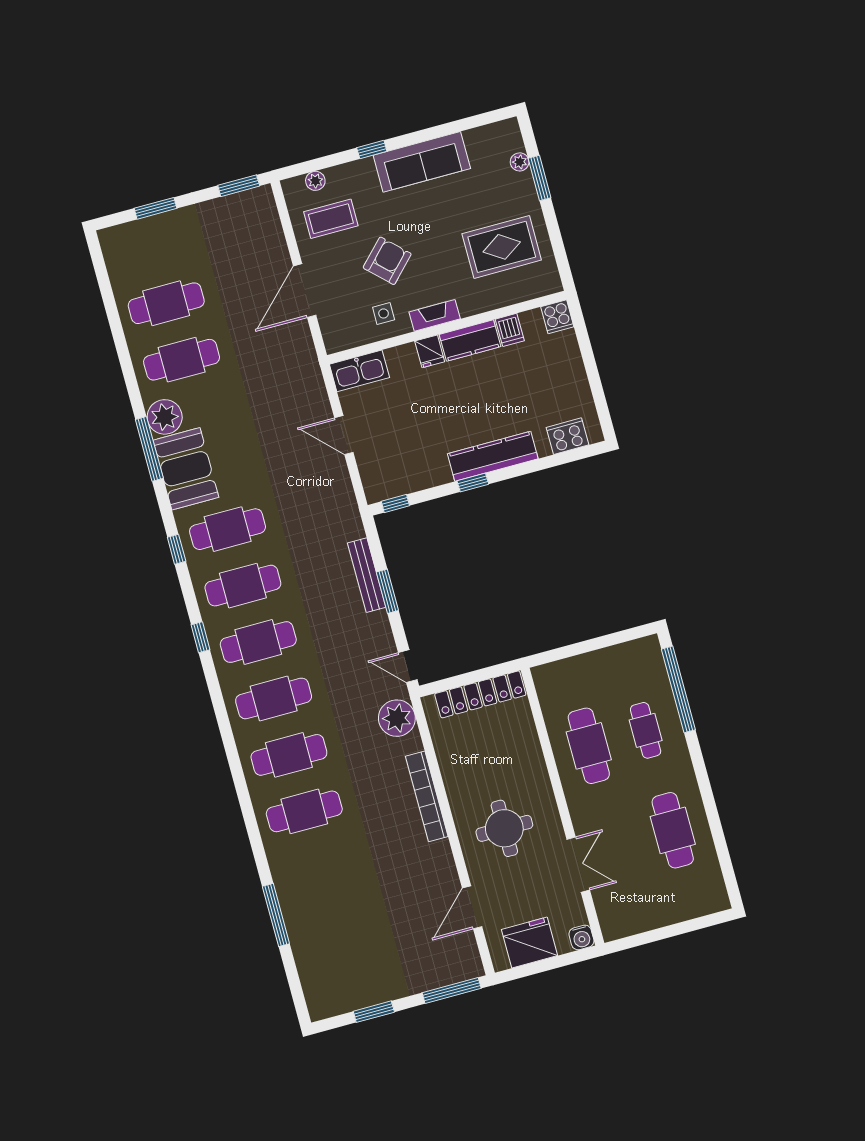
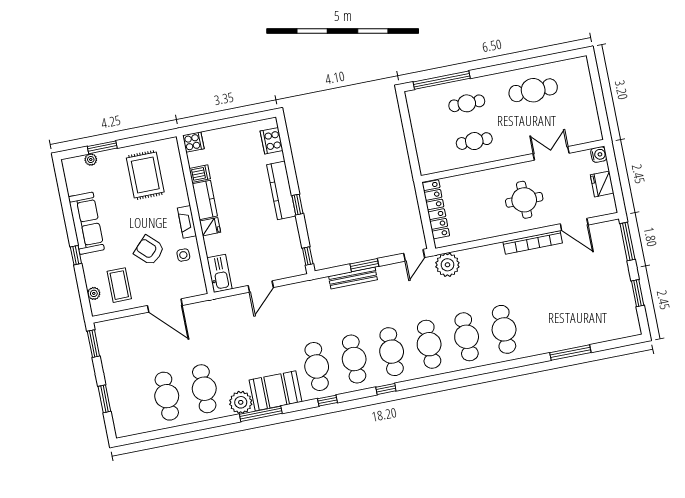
cafe table: (589, 746) -> (474, 141), width x0.73, depth x0.74
bookcase: (427, 796) -> (533, 242), moved
fridge: (529, 942) -> (602, 184), width x0.73, depth x0.75

